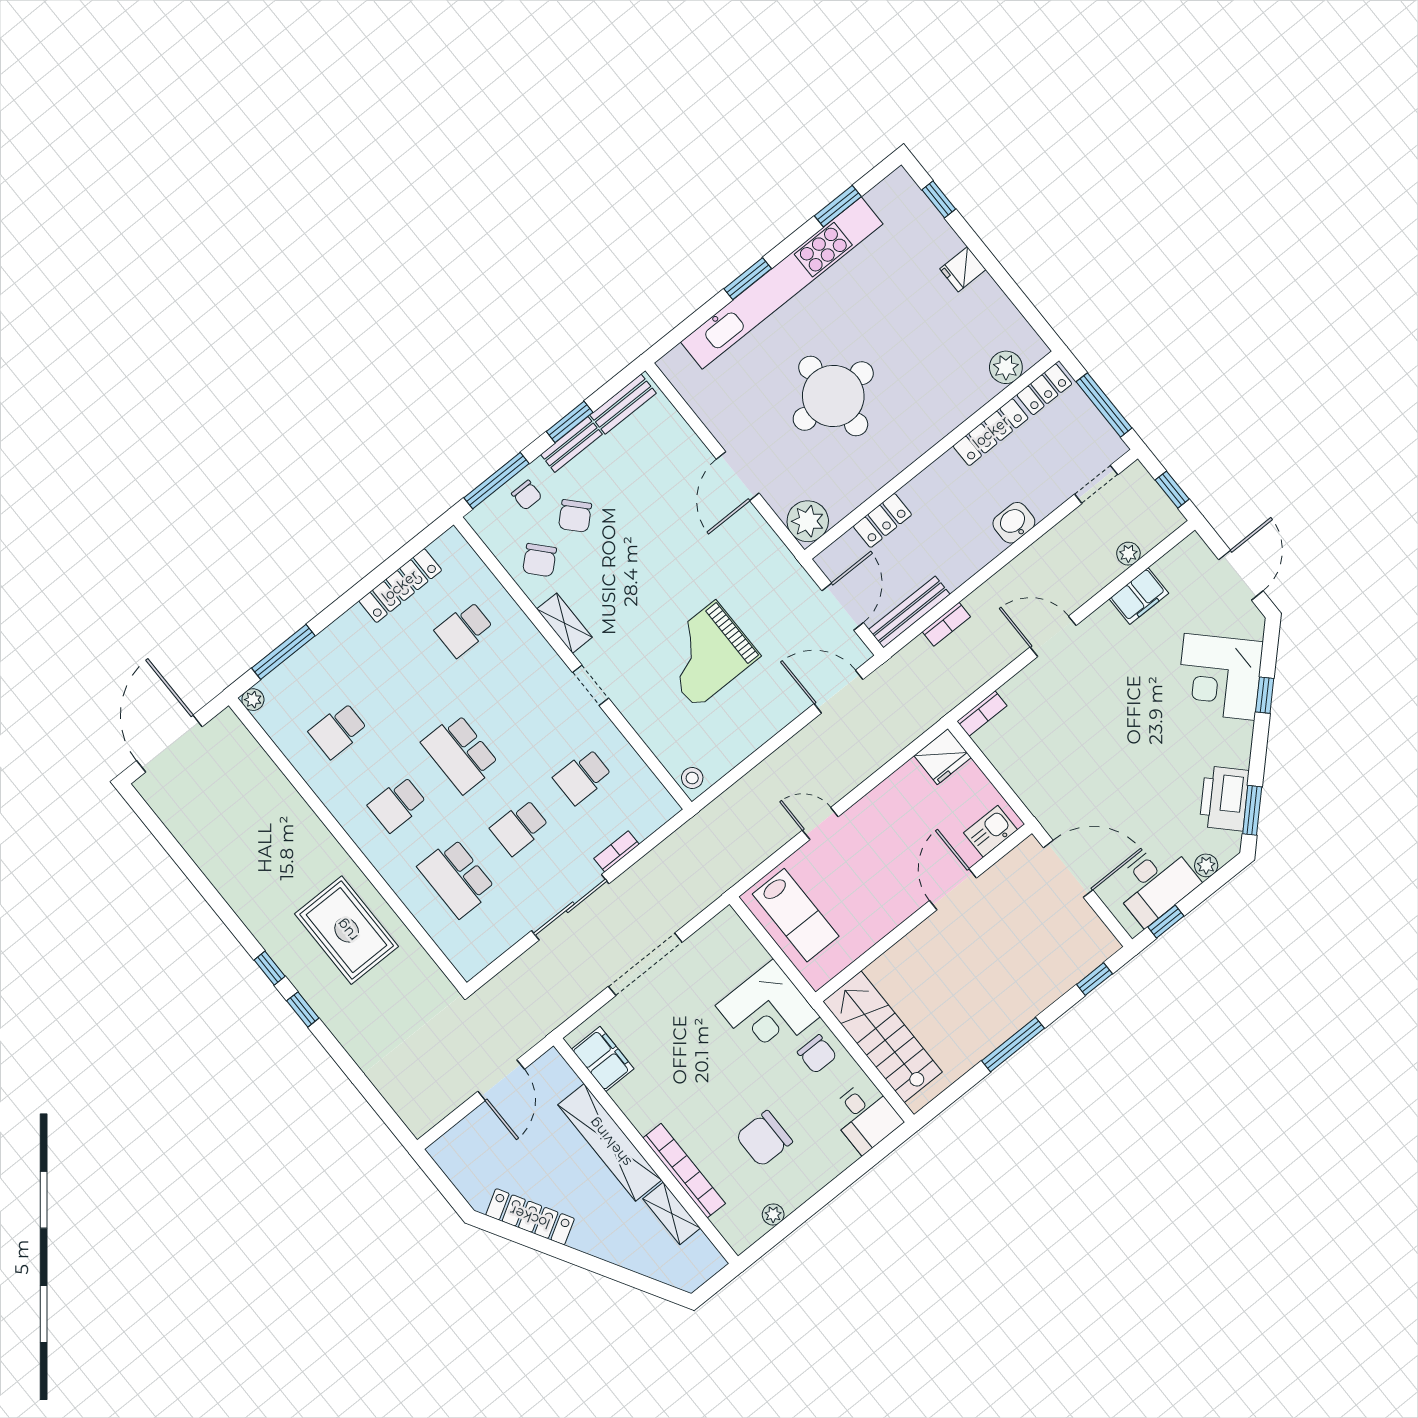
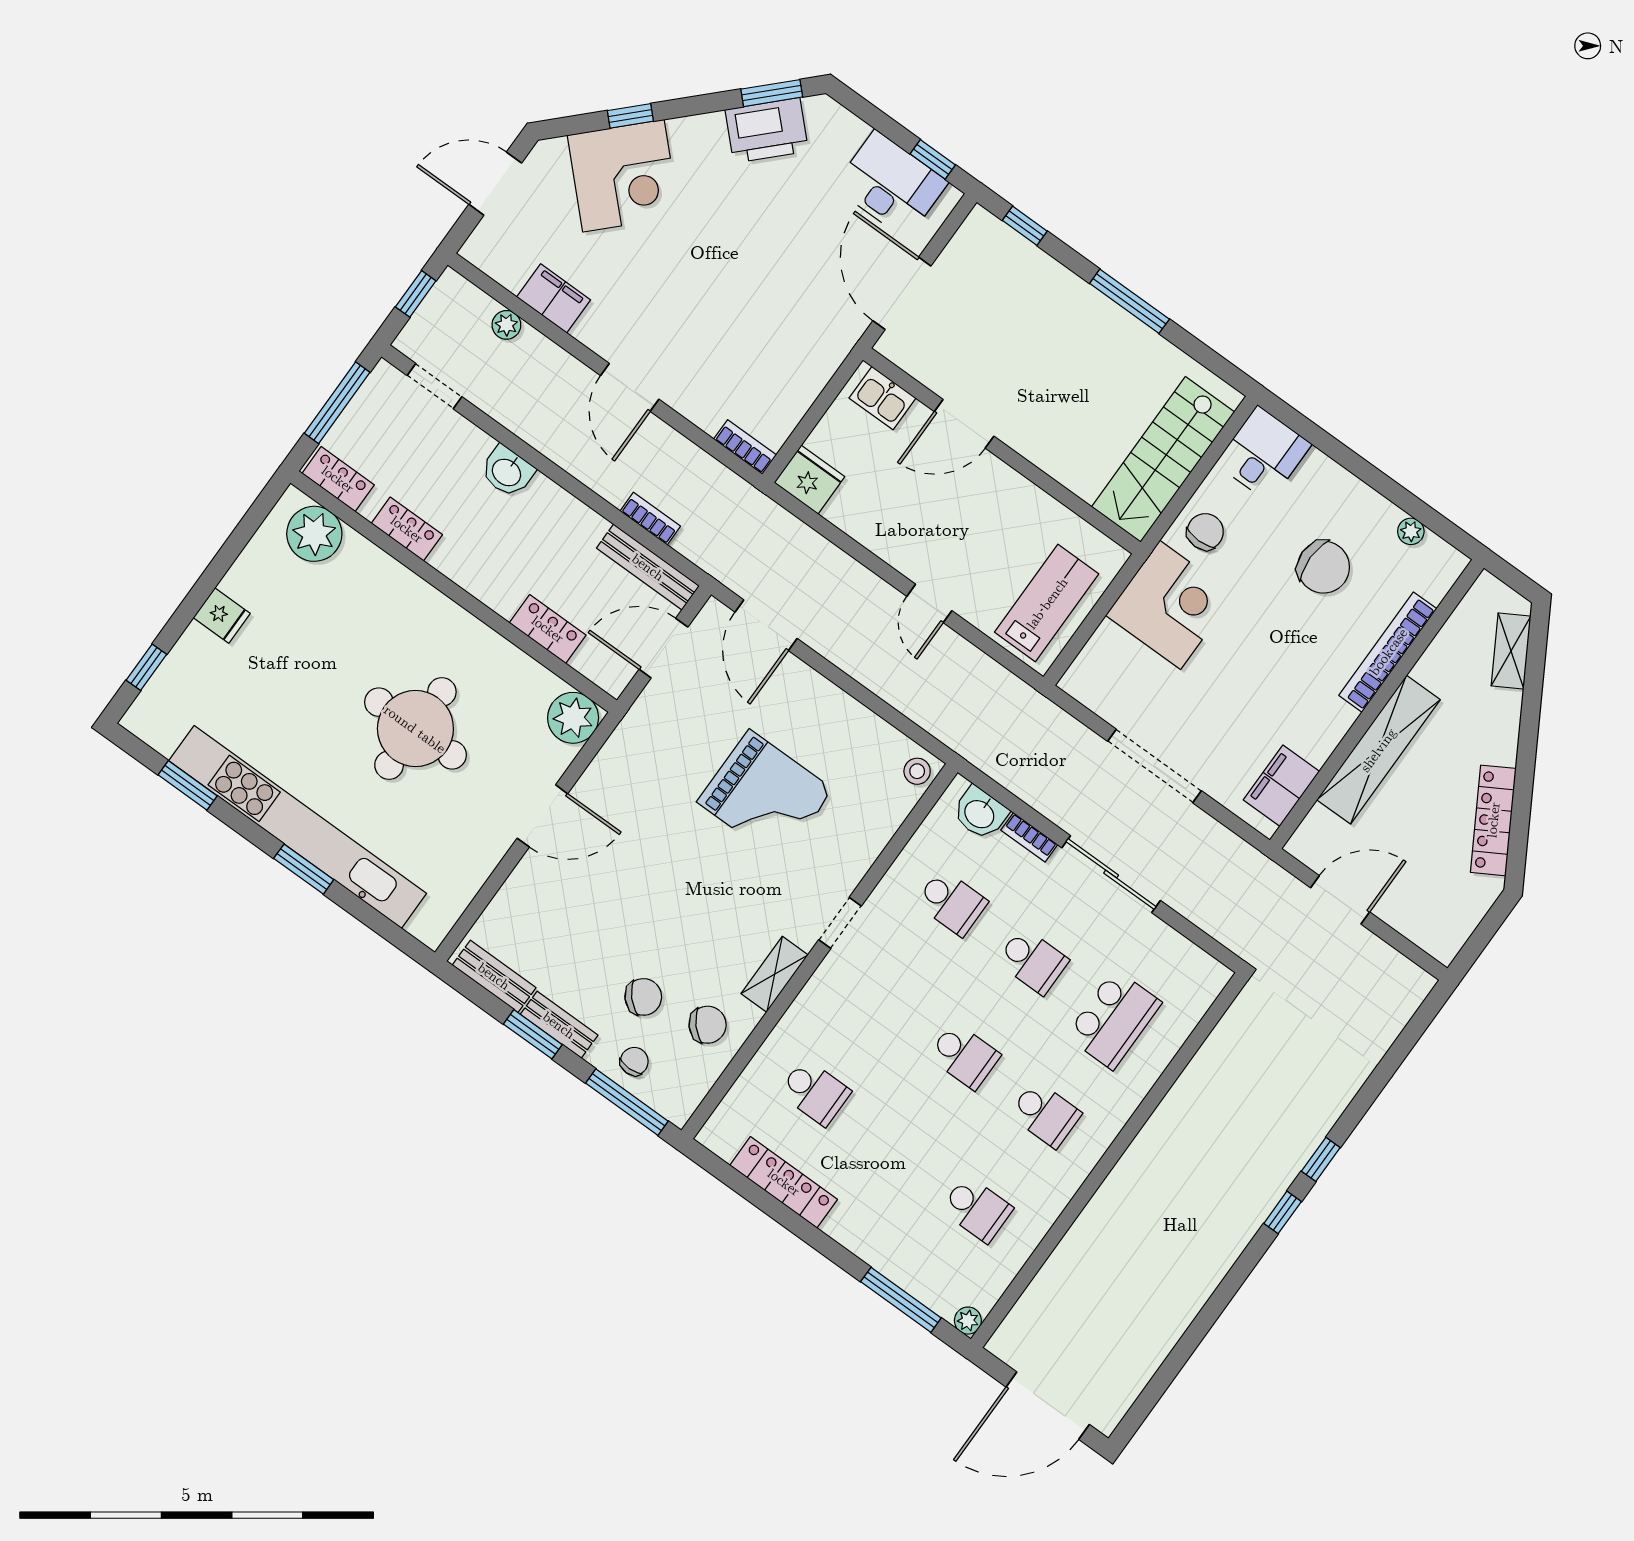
plant: (1006, 367) -> (314, 534), width x1.36, depth x1.36
locker: (991, 432) -> (407, 529), width x0.66
school desk: (460, 754) -> (964, 1056), width x0.54
washbasin: (646, 818) -> (980, 813), added
plant: (1206, 865) -> (853, 130), removed
rug: (347, 930) -> (1212, 1133), removed
shelving: (672, 1213) -> (1511, 651), moved, turned -30

